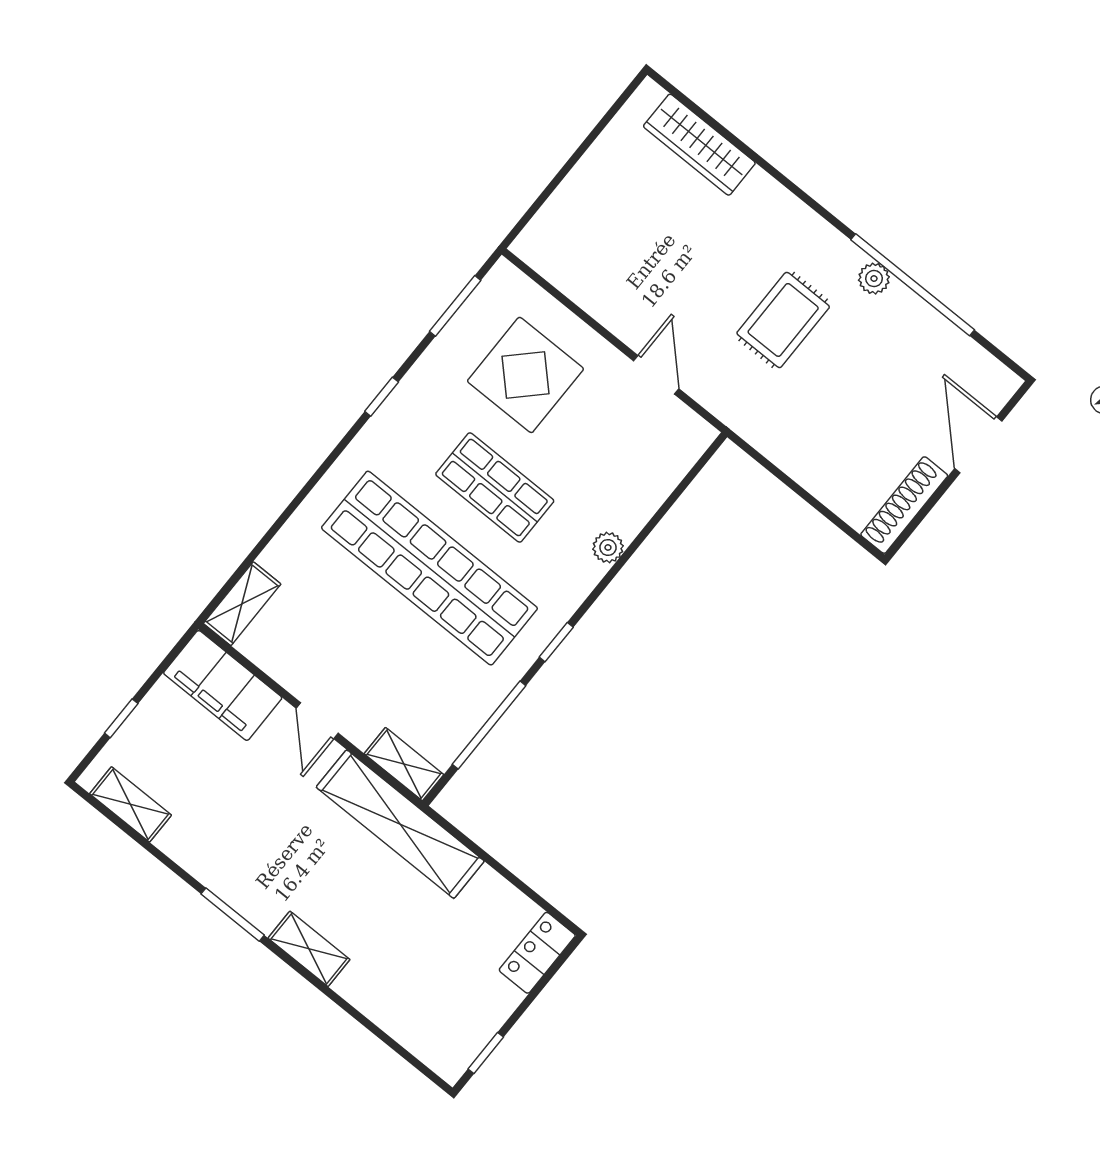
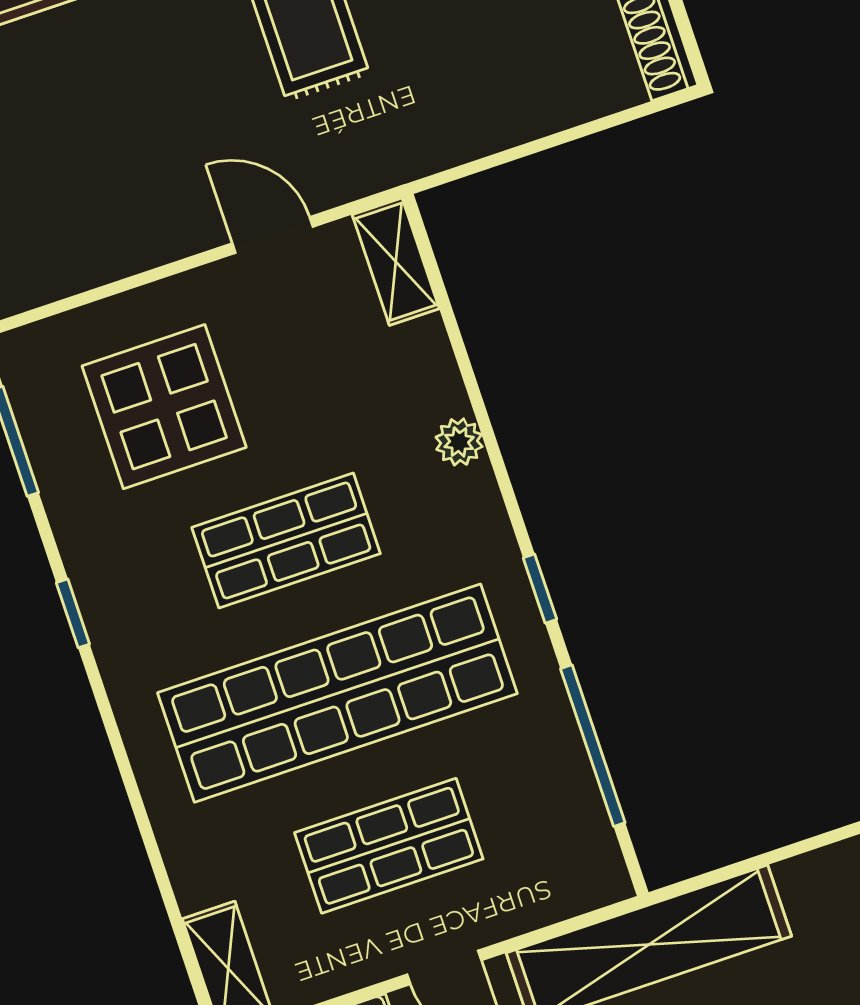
shop shelf: (364, 649) -> (389, 846), added
shelving: (404, 764) -> (396, 262), moved, turned 90

